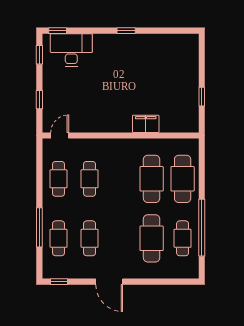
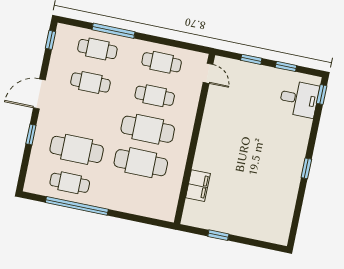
desk: (71, 50) -> (299, 99), width x0.73
window: (39, 55) -> (286, 66), moved
filing cabinet: (146, 124) -> (198, 186), moved
cafe table: (183, 179) -> (148, 129), moved
window: (147, 282) -> (31, 134), added

